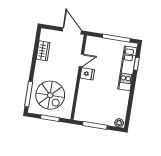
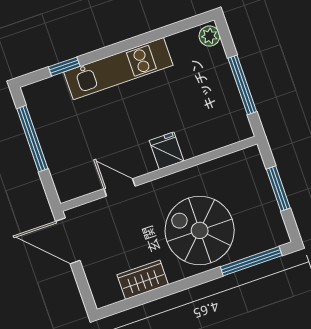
door: (72, 31) -> (68, 241), hinge flipped
kitchen unit: (127, 68) -> (118, 69), moved
fridge: (87, 74) -> (167, 151), moved
spiral stairs: (50, 95) -> (200, 230), moved, turned -90

